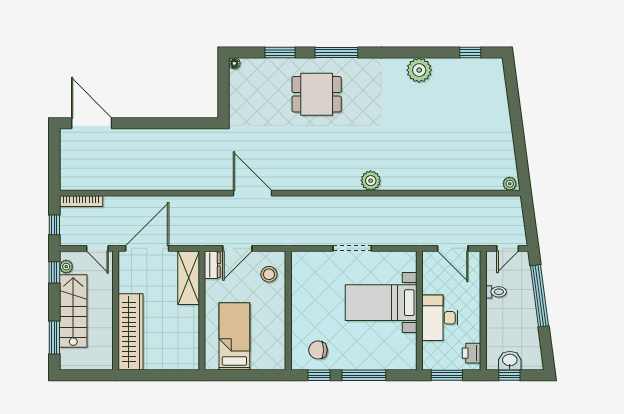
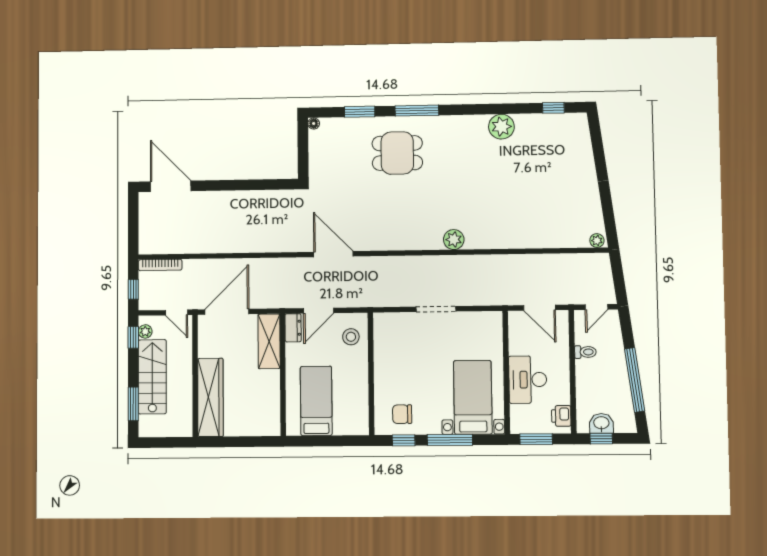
window: (540, 296) -> (635, 380), moved
bed with nightstands: (381, 303) -> (473, 397), moved, turned 90

